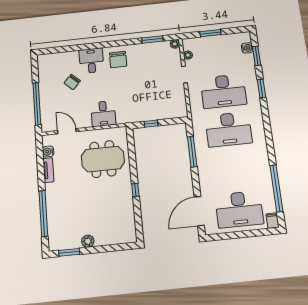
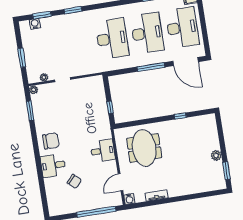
desk: (223, 91) -> (147, 33), moved
water cooler: (48, 152) -> (129, 199), moved
window: (192, 152) -> (151, 67), moved
window: (135, 190) -> (180, 116), moved
window: (43, 213) -> (195, 196), removed

